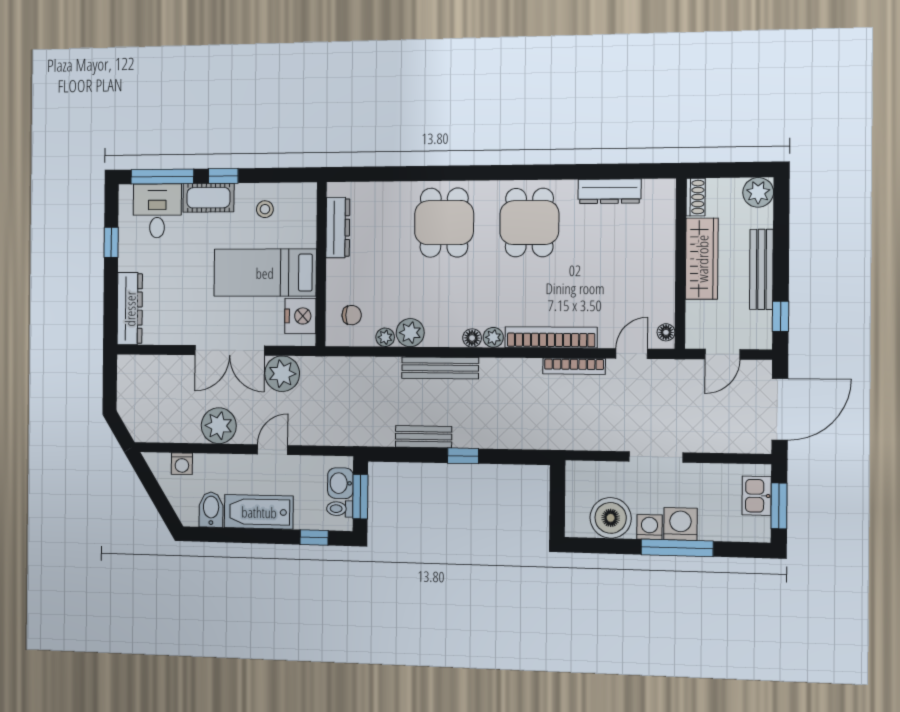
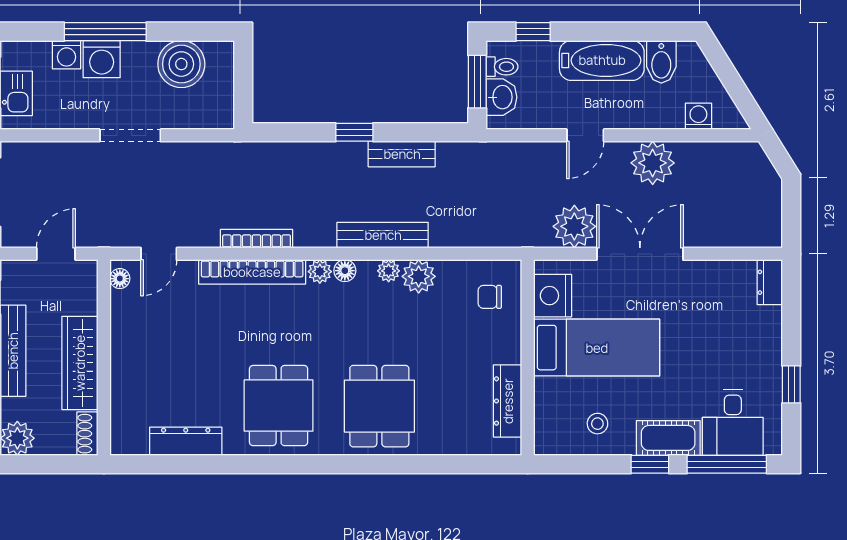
dresser: (130, 309) -> (770, 282), width x0.51, depth x0.80
plant: (385, 337) -> (389, 271), moved
bookcase: (574, 366) -> (257, 239), moved
washing machine: (649, 527) -> (66, 55), moved

